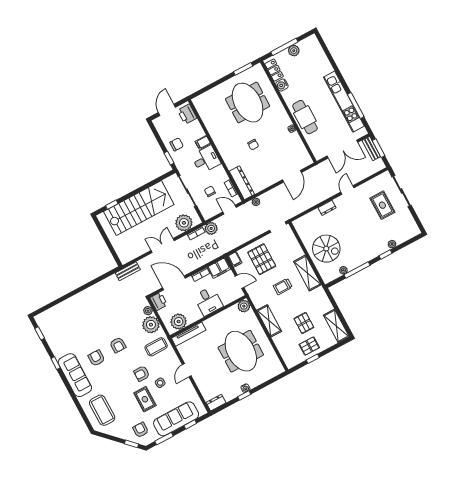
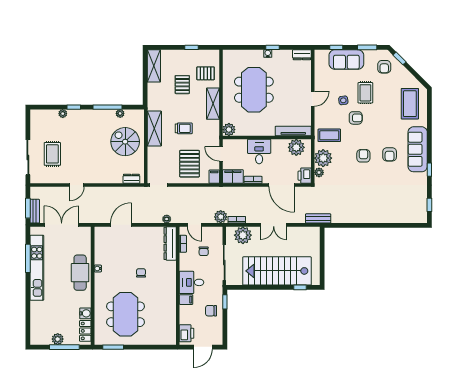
dresser: (327, 208) -> (131, 179), moved
pallet: (309, 346) -> (206, 73), moved
sofa: (176, 419) -> (346, 60), width x0.73

